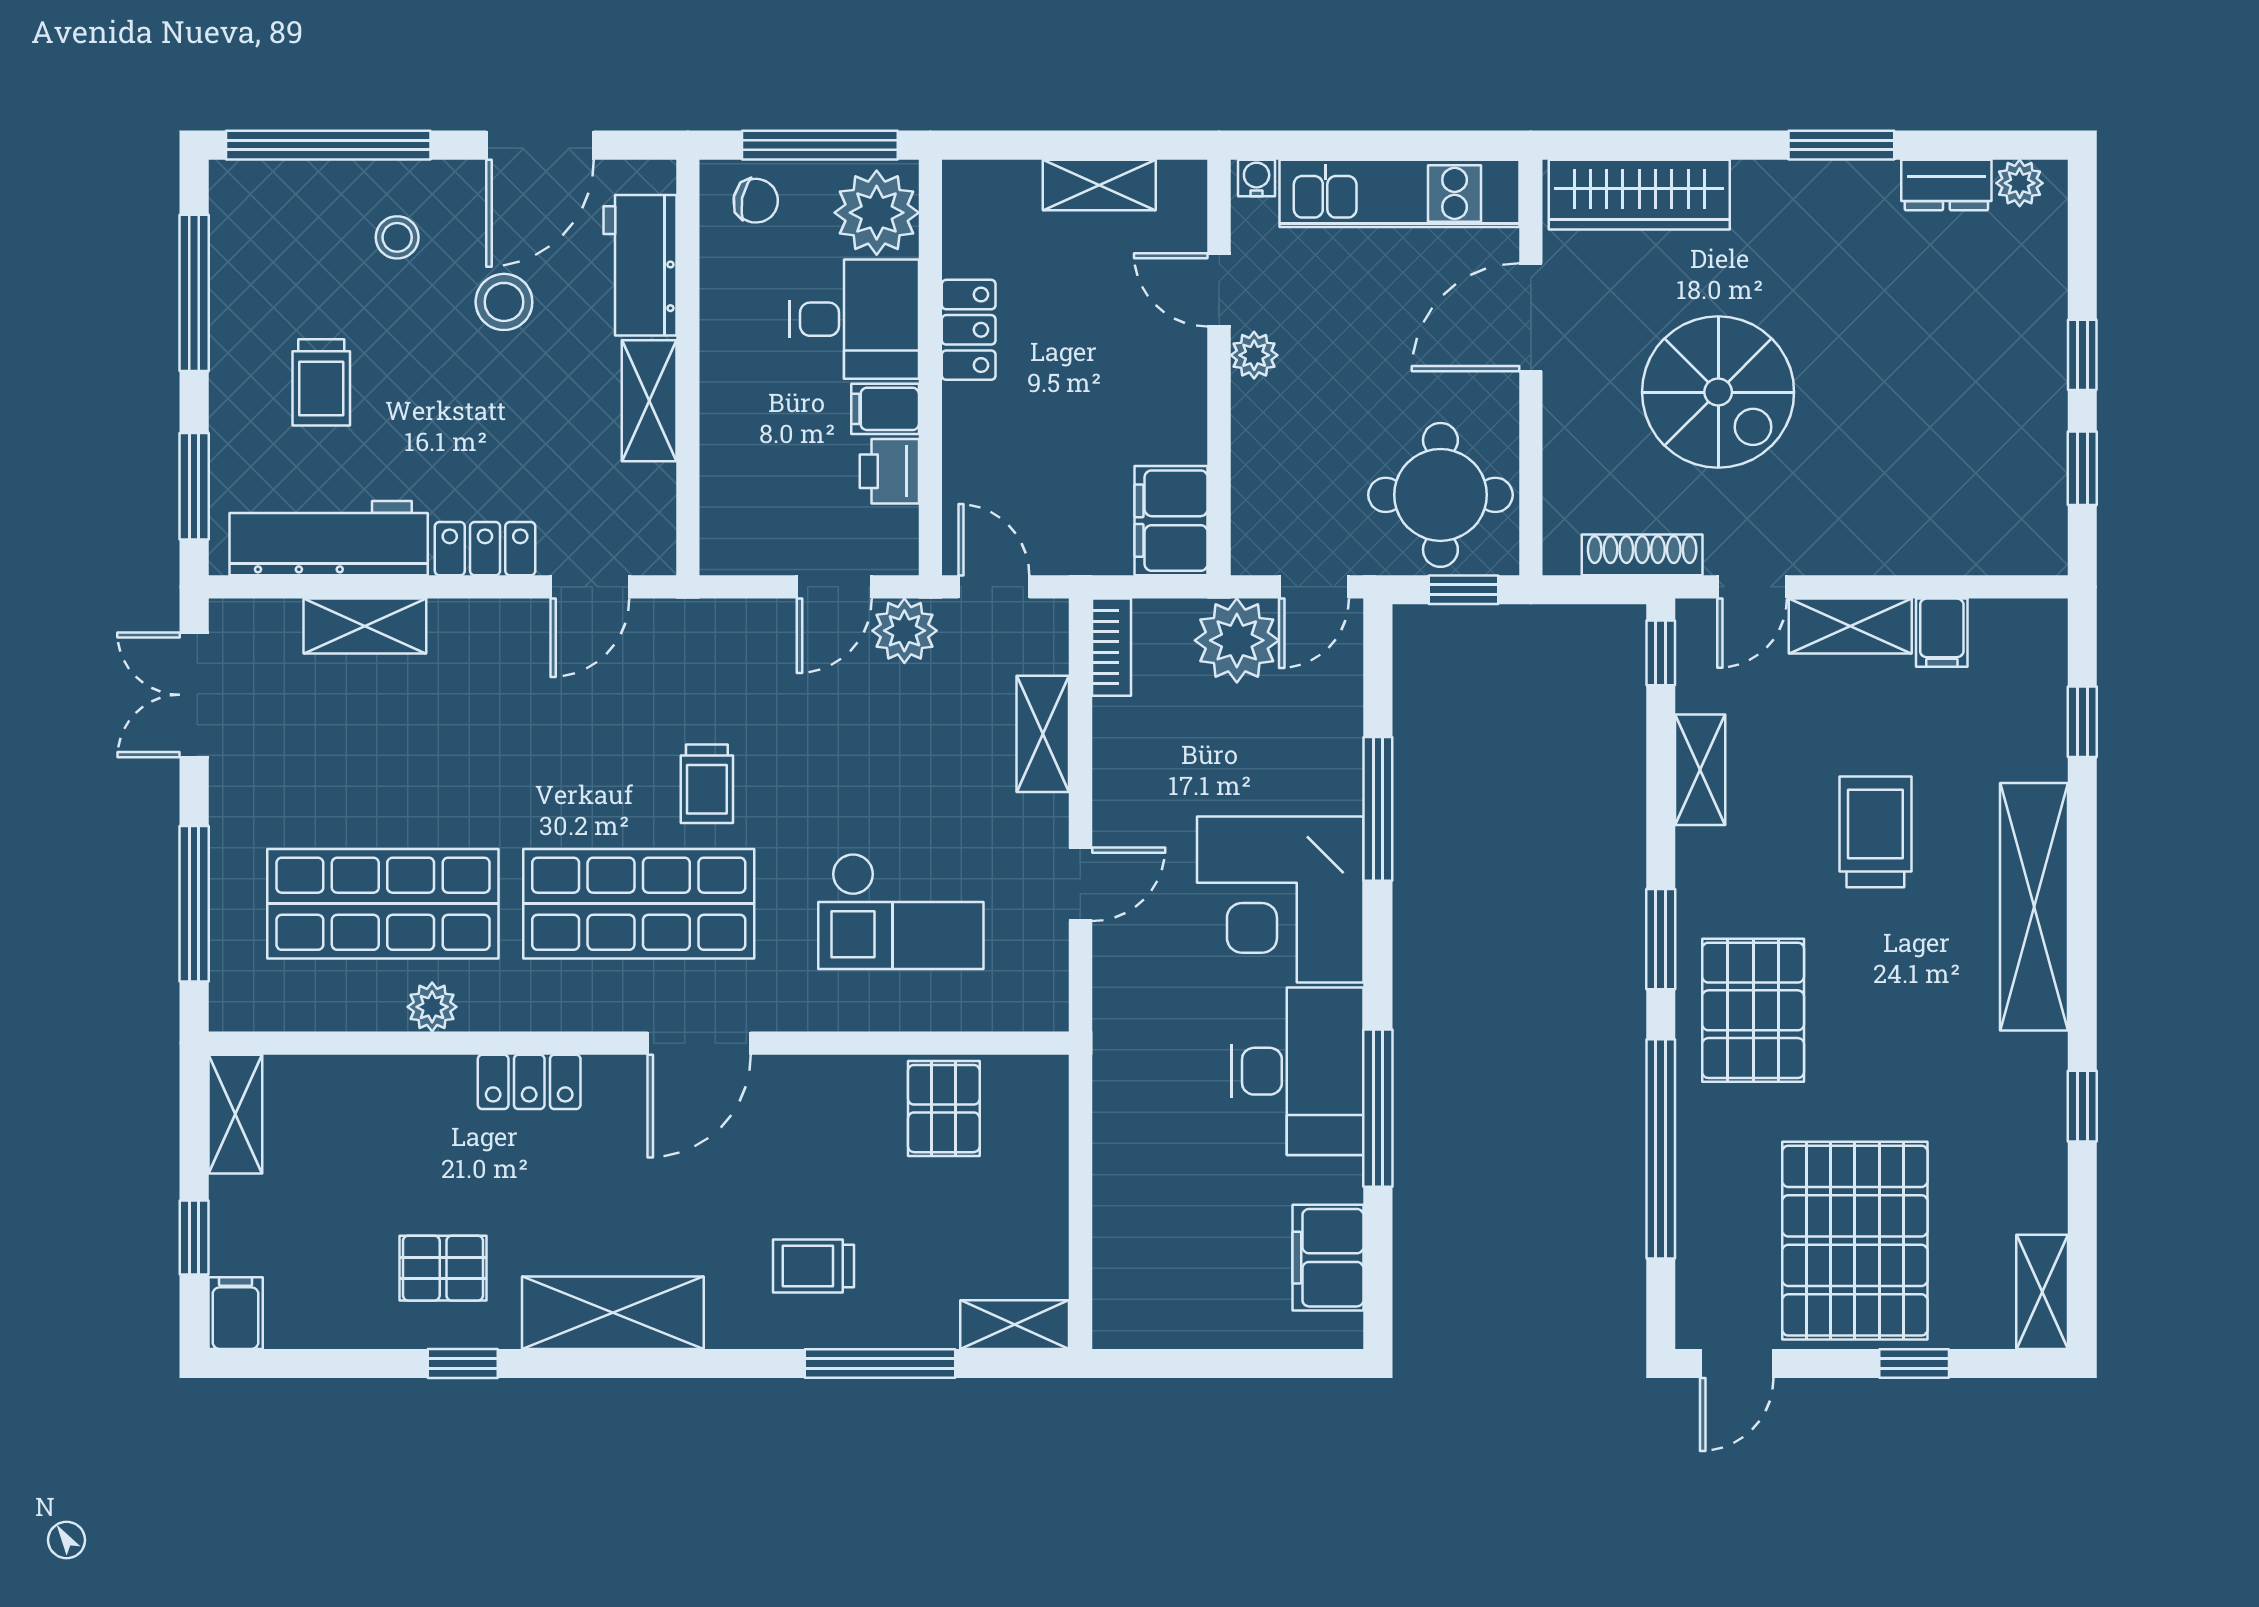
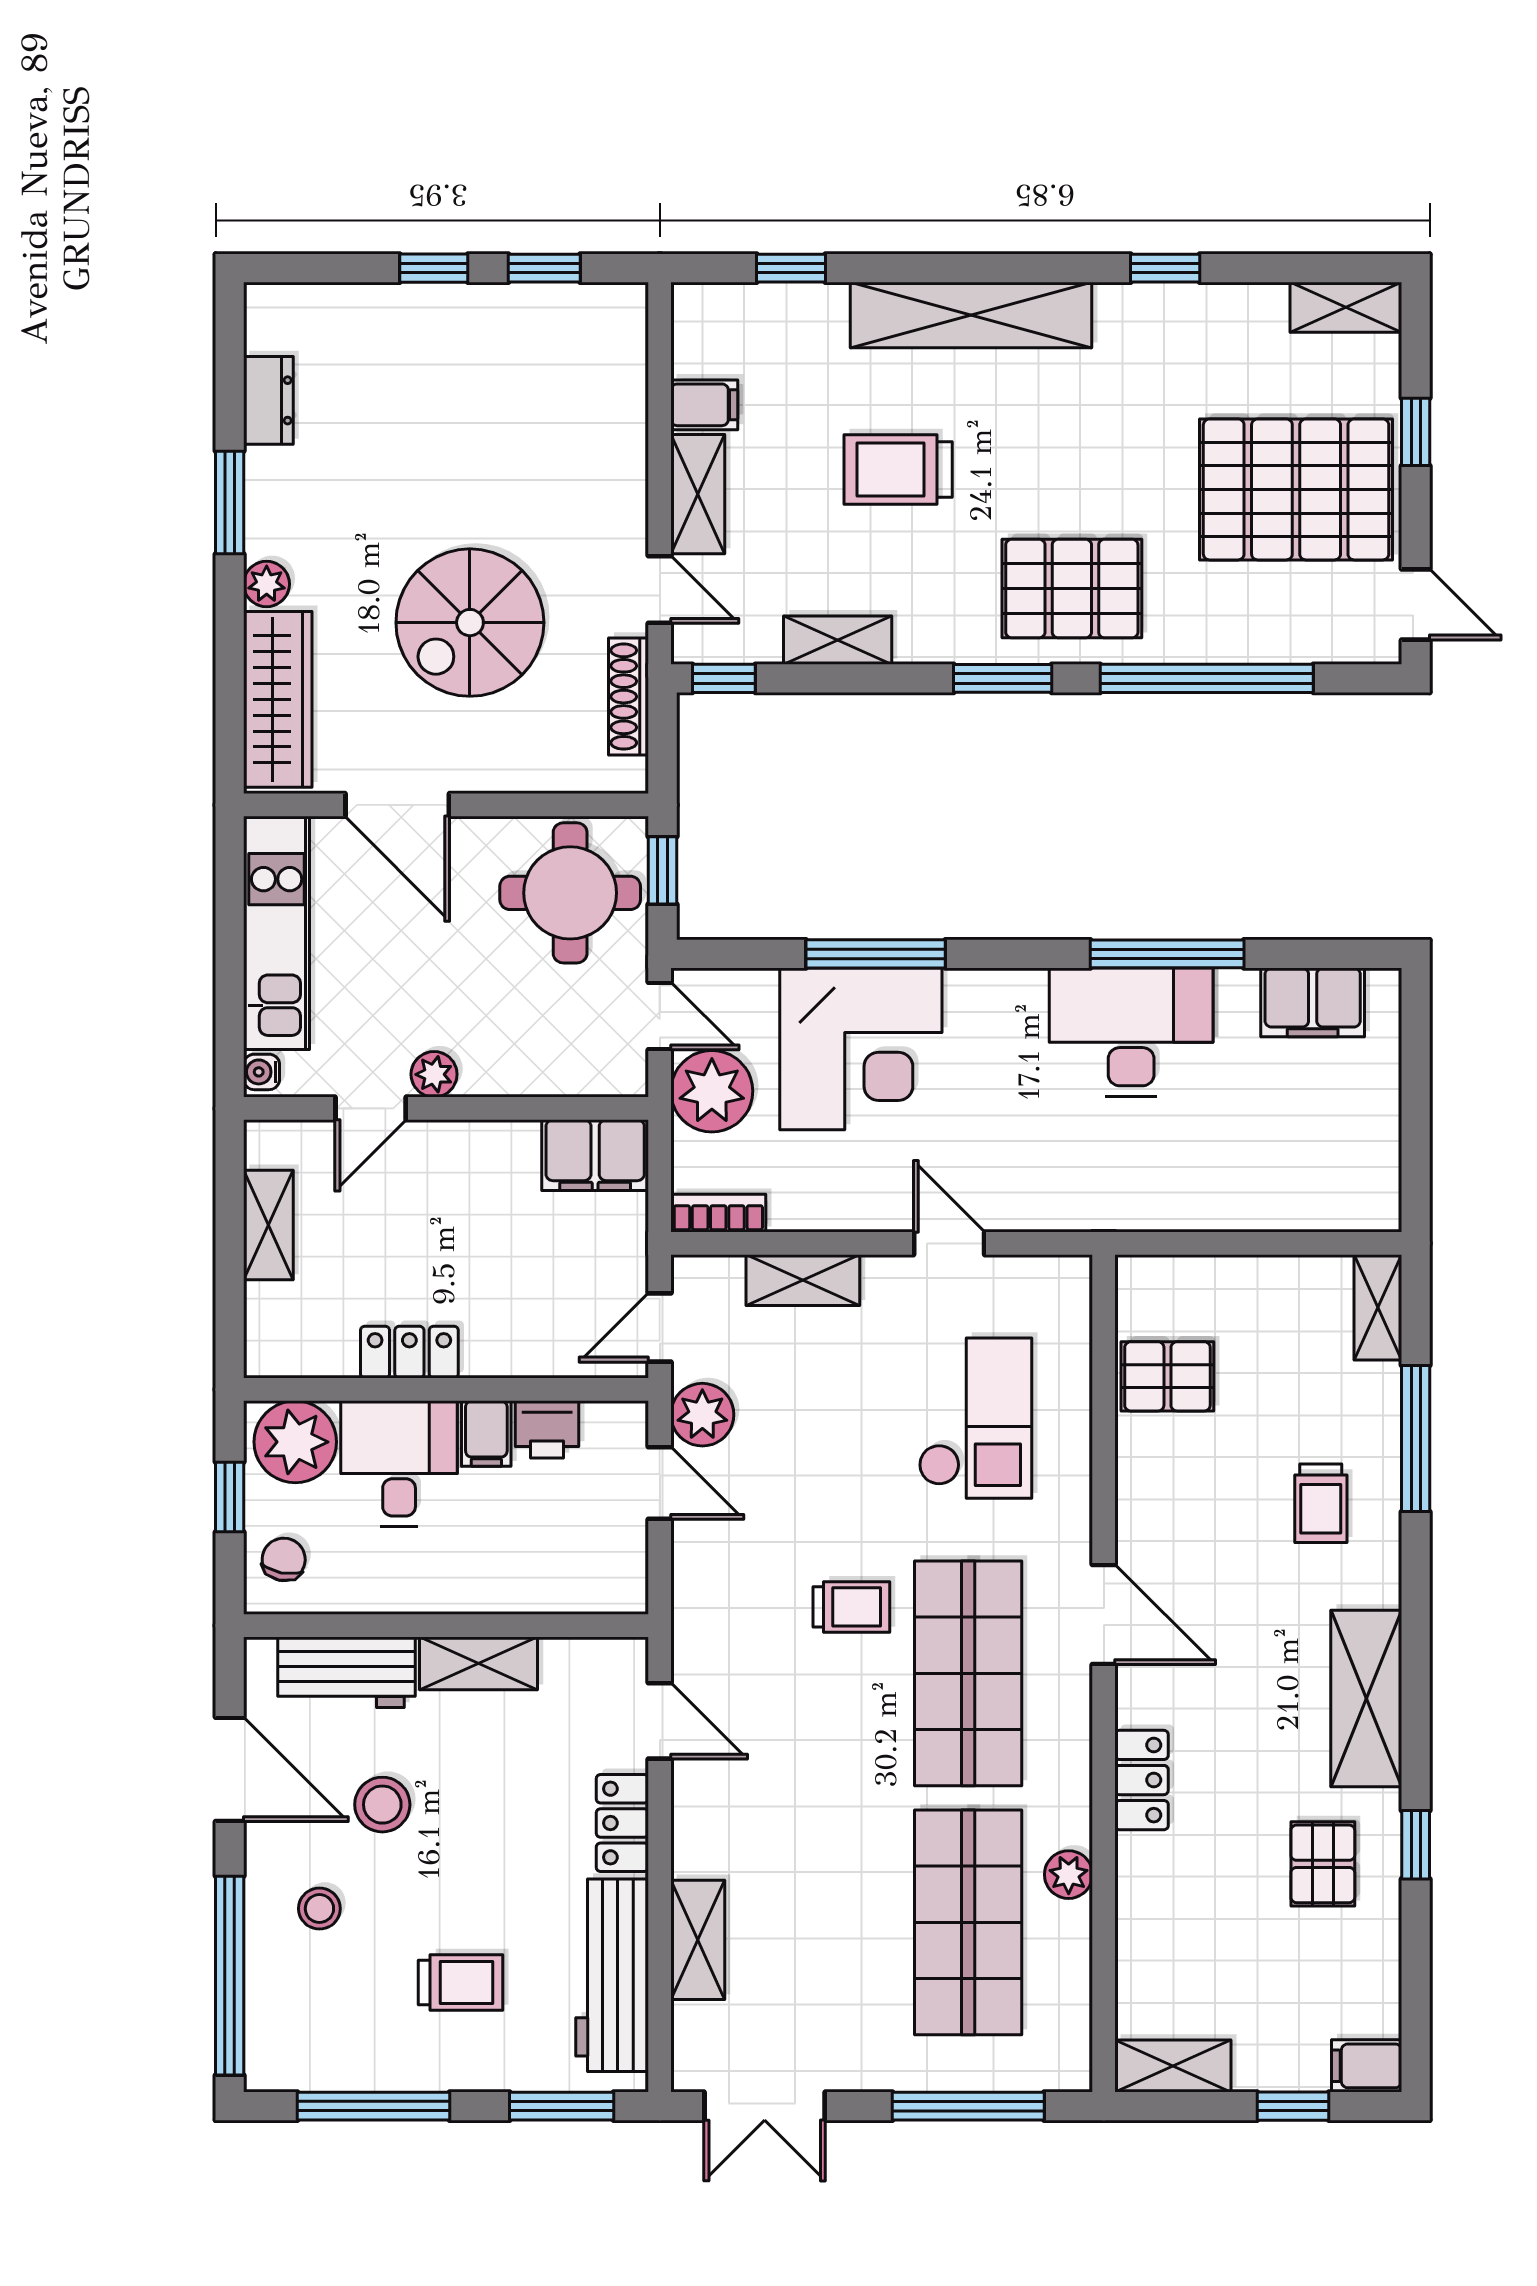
window: (820, 145) -> (230, 1497), width x0.46
plant: (2020, 183) -> (267, 584), moved
spiral stairs: (1718, 392) -> (470, 623), turned 180
corner desk: (1280, 900) -> (861, 1049), moved

